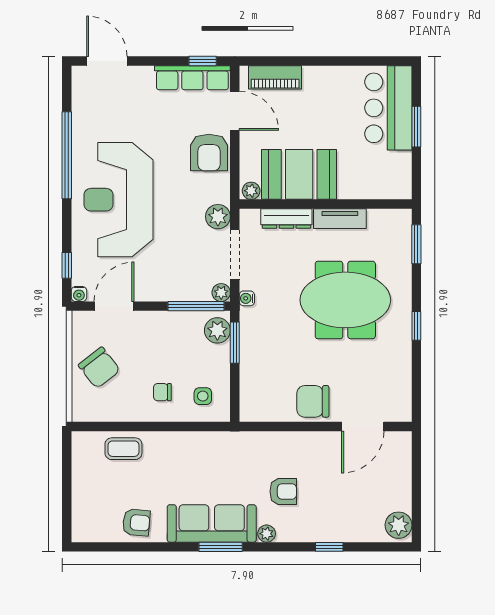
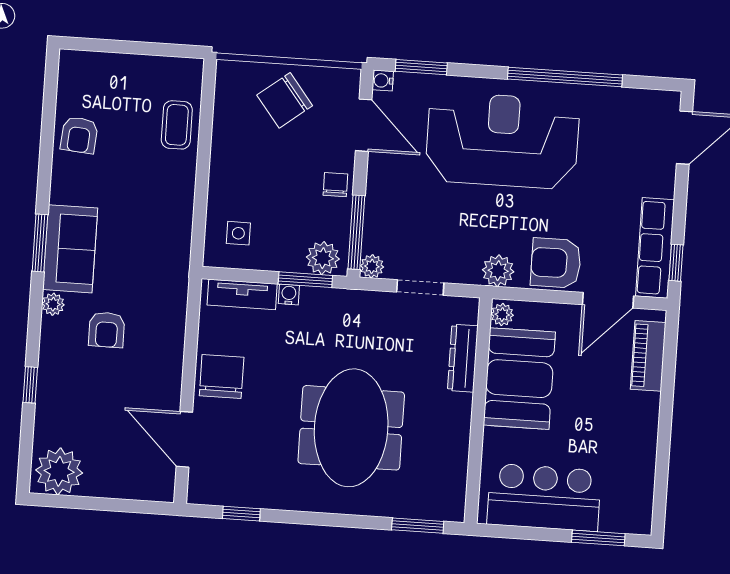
bar counter: (388, 108) -> (544, 497), moved
window: (416, 127) -> (598, 538), moved
plant: (218, 217) -> (498, 271), moved
tv unit: (340, 219) -> (242, 294), moved, turned -90
doorway: (235, 255) -> (420, 288), width x0.73
window: (67, 265) -> (421, 67), width x1.50
water cooler: (247, 298) -> (289, 294), moved
window: (416, 326) -> (241, 514), moved
chair: (162, 392) -> (335, 185), moved
sofa: (212, 523) -> (70, 249), width x0.73
plant: (399, 525) -> (59, 471), width x1.36, depth x1.36

